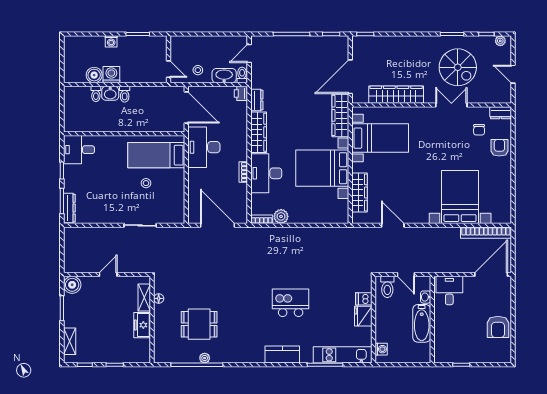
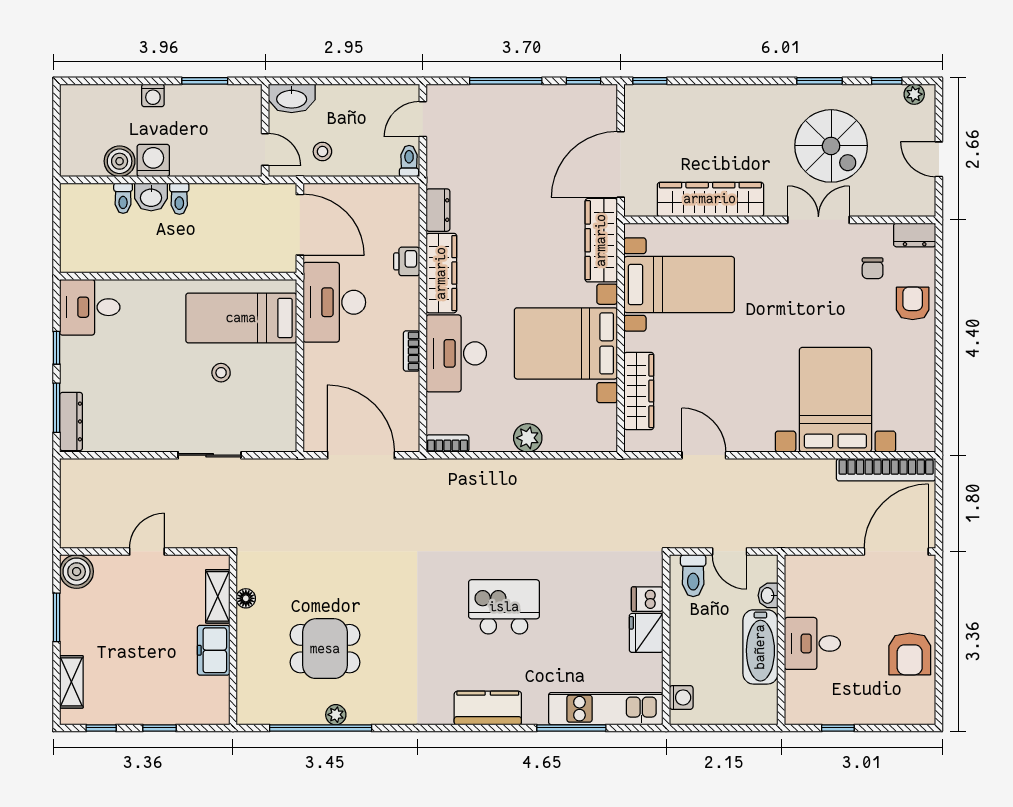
washbasin: (224, 76) -> (292, 98), moved, turned 180
printer: (241, 93) -> (407, 261), moved
plant: (281, 216) -> (528, 438), moved
desk: (449, 290) -> (812, 643), moved, turned -90

